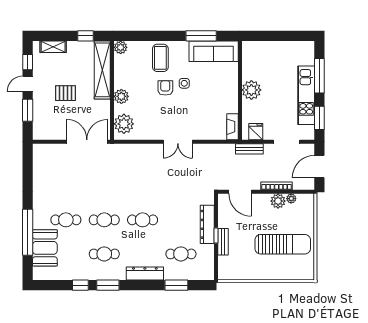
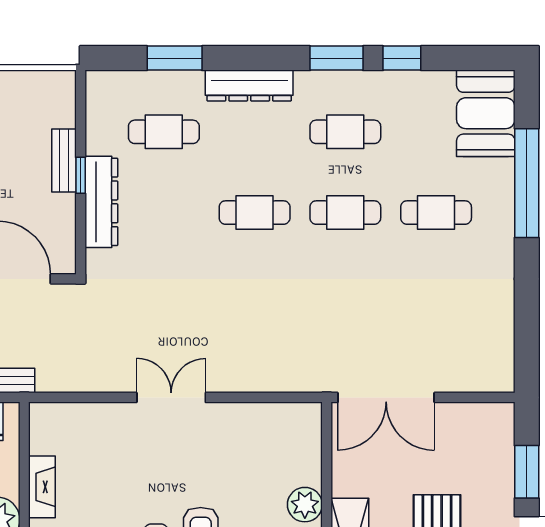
plant: (124, 124) -> (299, 440), removed
fireplace: (232, 127) -> (42, 487), moved
booth: (45, 248) -> (486, 113), moved

